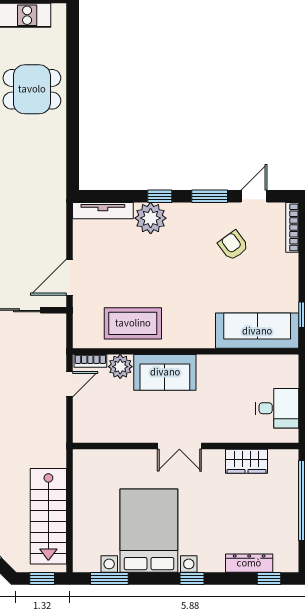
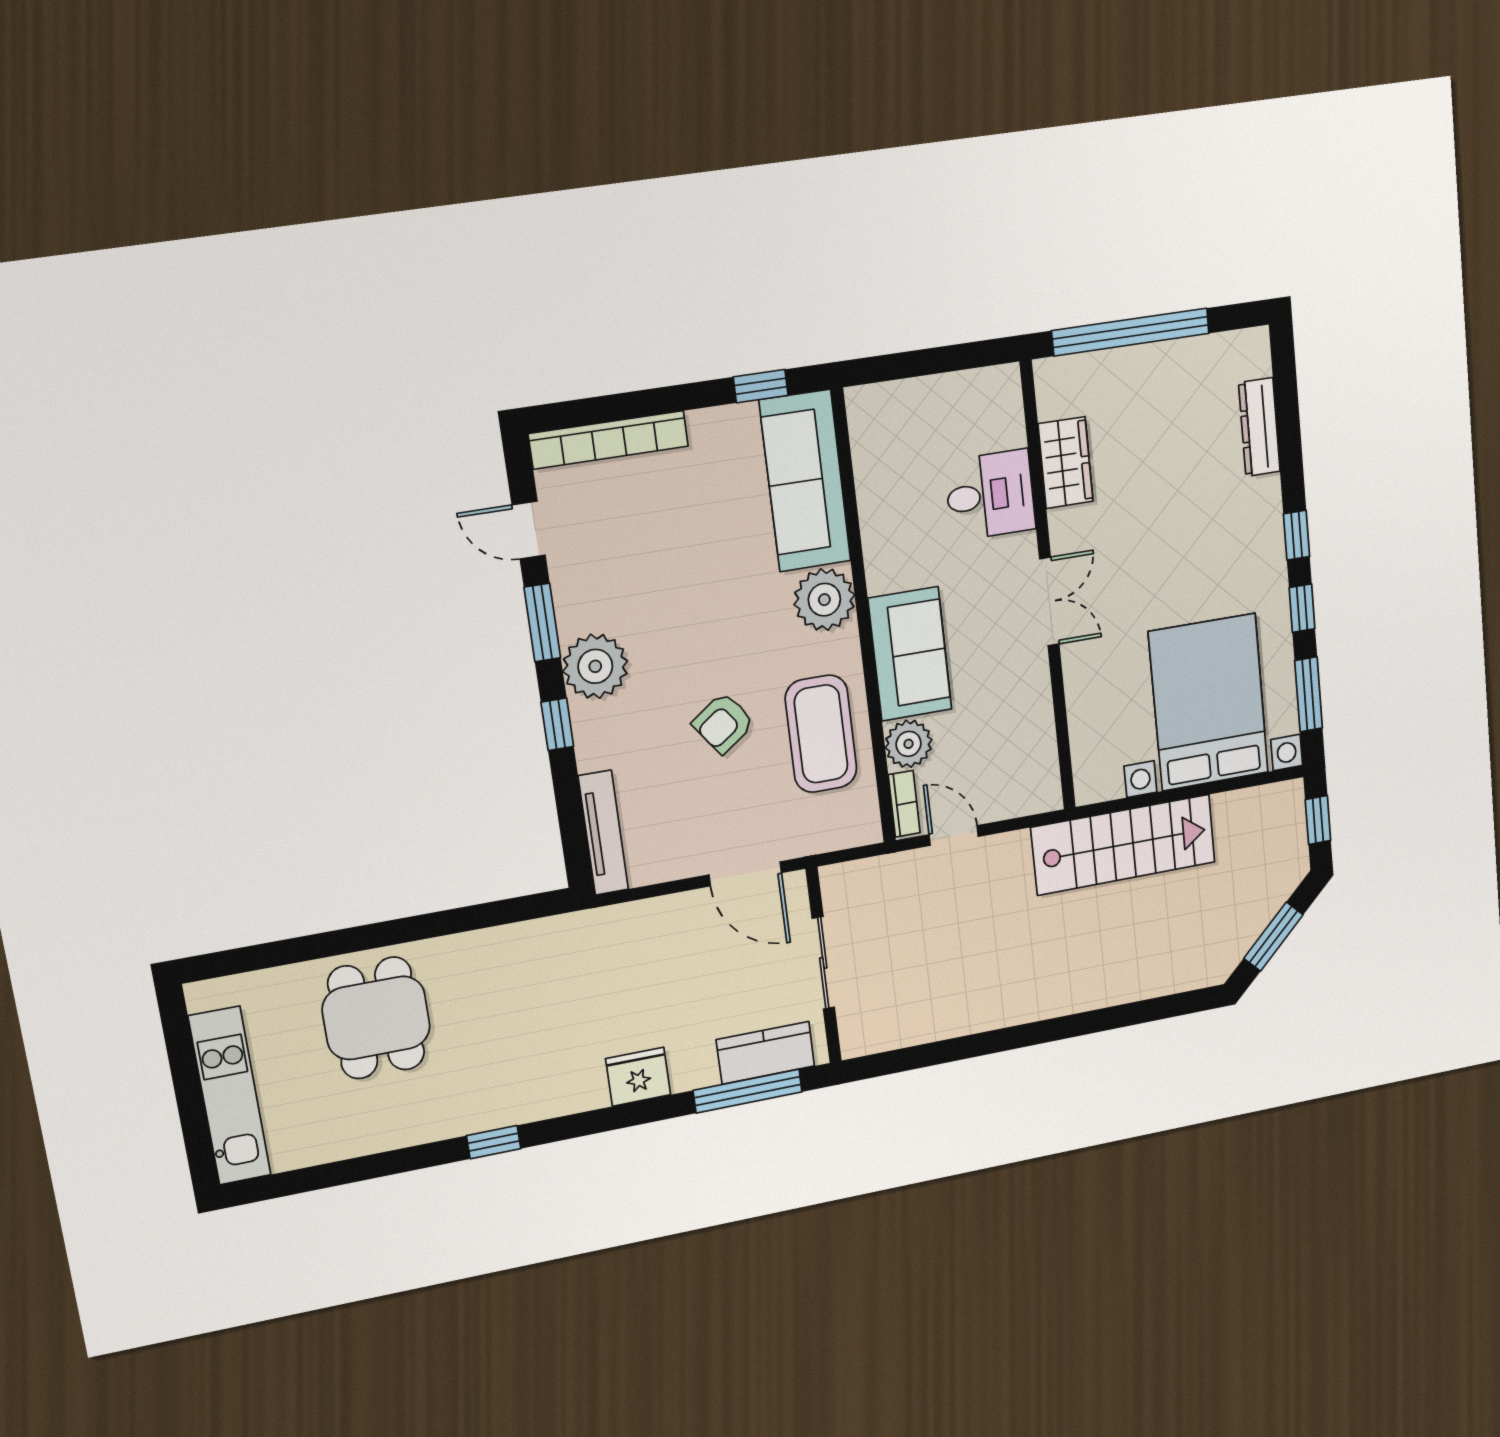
plant: (151, 218) -> (595, 666), moved
bookcase: (292, 227) -> (609, 440), width x1.48, depth x1.31
armchair: (233, 245) -> (723, 723), moved
plant: (199, 333) -> (824, 600), added
desk: (277, 408) -> (990, 495), moved, turned 90
stairs: (48, 516) -> (1123, 845), moved
bed with nightstands: (149, 531) -> (1209, 702), moved, turned 90
window: (269, 578) -> (1302, 608), moved

